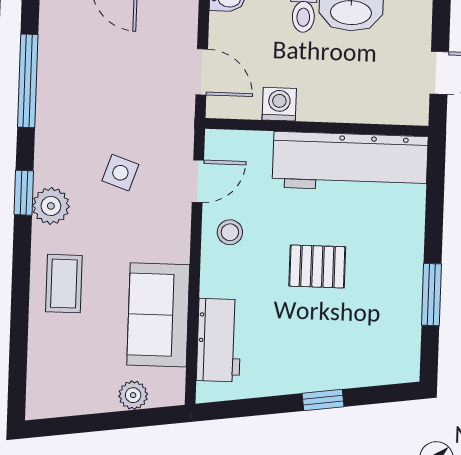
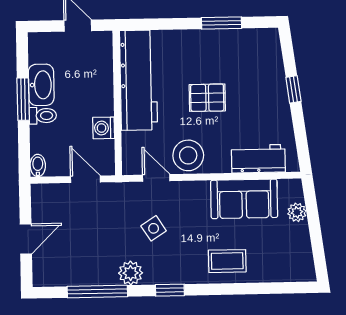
door: (202, 72) -> (85, 179), hinge flipped
side table: (120, 173) -> (154, 228), turned 38
plant: (51, 206) -> (131, 273), moved
stool: (230, 232) -> (188, 155), width x1.89, depth x1.89
pallet: (317, 266) -> (207, 98), turned 90

